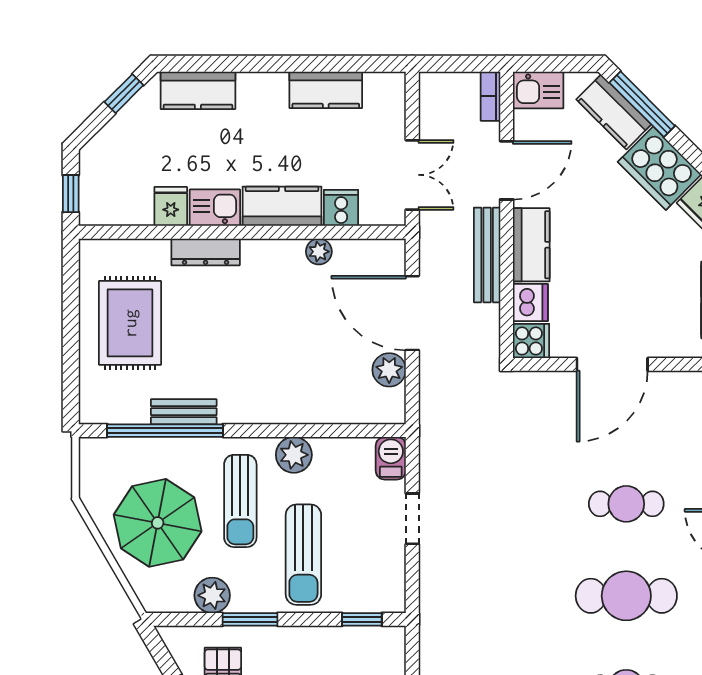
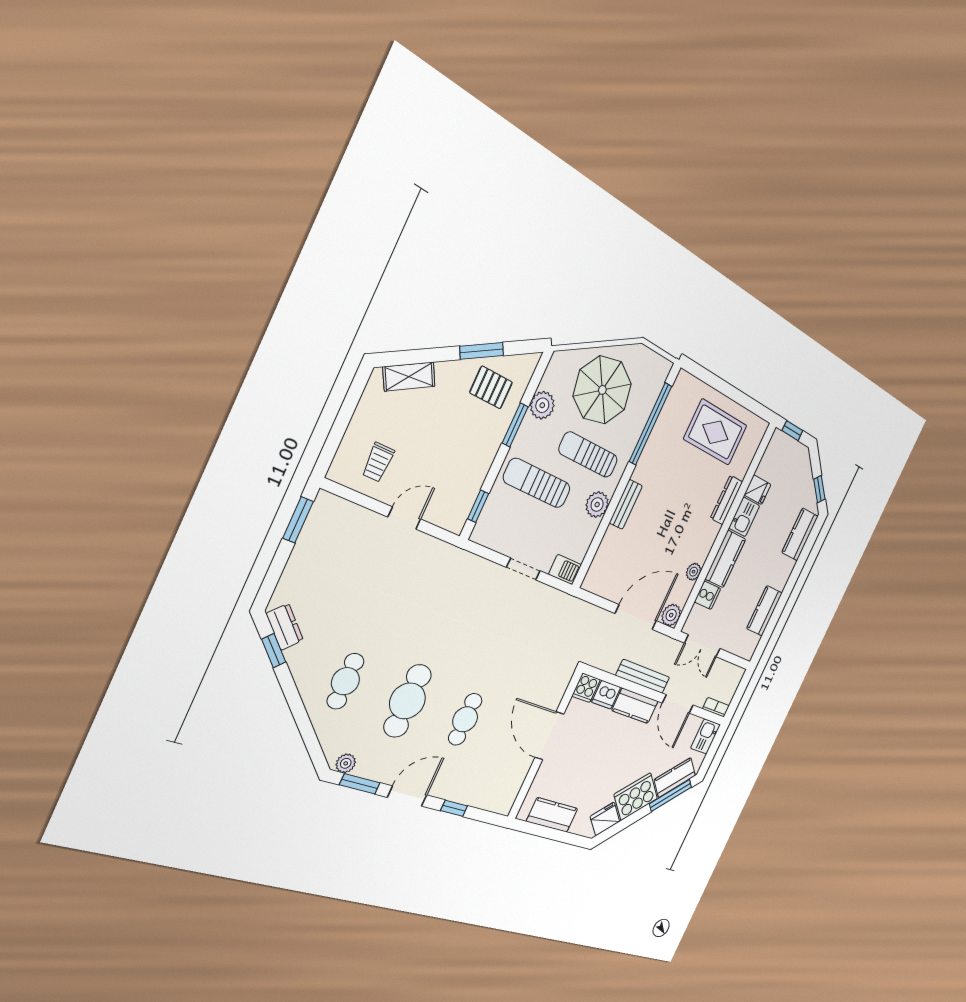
plant: (389, 370) -> (671, 615), moved
bench: (184, 412) -> (626, 504), moved

